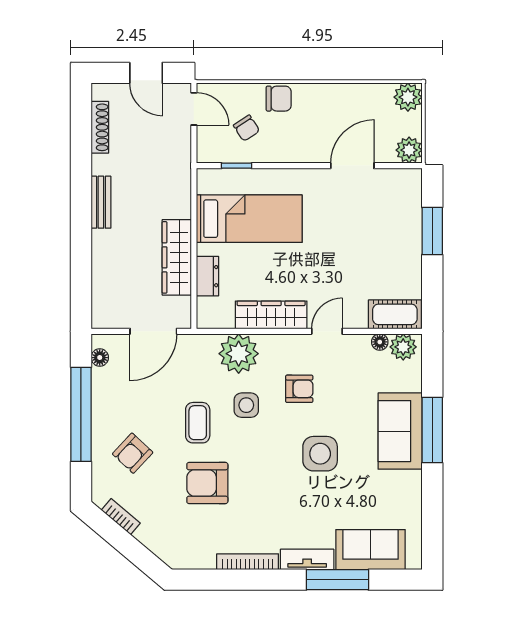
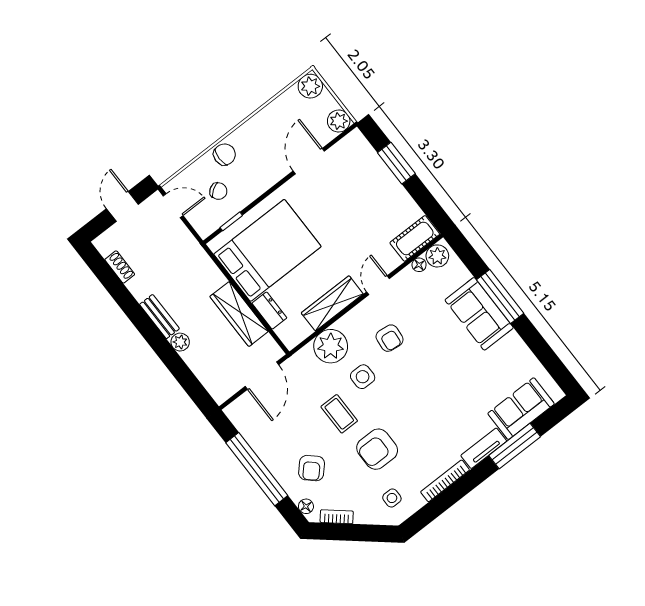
door: (146, 73) -> (122, 206), swing flipped
shoe rack: (100, 127) -> (120, 267), width x0.70
bed: (249, 219) -> (267, 250), width x1.50
plant: (102, 241) -> (180, 342), added
floor lamp: (100, 358) -> (306, 506), moved
armchair: (299, 389) -> (390, 338), turned 96
side table: (320, 454) -> (392, 498), moved, width x0.54, depth x0.54

